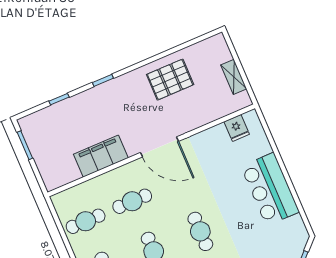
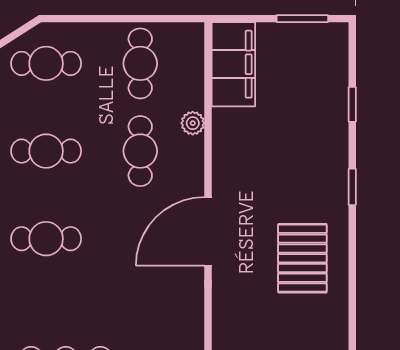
pallet: (170, 80) -> (302, 258), moved
filing cabinet: (101, 156) -> (233, 64), moved
plant: (105, 180) -> (193, 123), added

